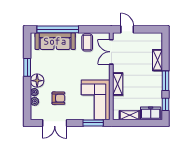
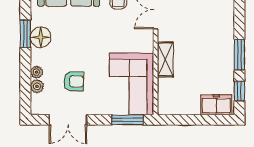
shelving: (157, 60) -> (227, 23), removed
floor lamp: (37, 81) -> (41, 37), moved
shelving: (130, 115) -> (184, 108), removed

